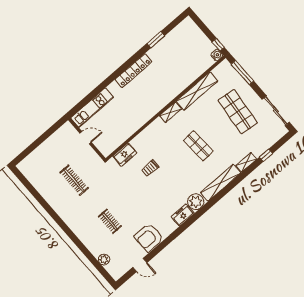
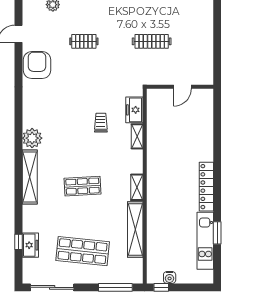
water cooler: (217, 55) -> (170, 277), moved
kitchen unit: (92, 108) -> (205, 241), moved
shelving: (246, 162) -> (137, 136), moved
freezer: (183, 215) -> (30, 245), moved

